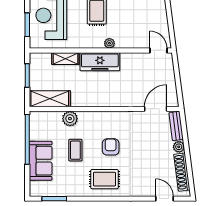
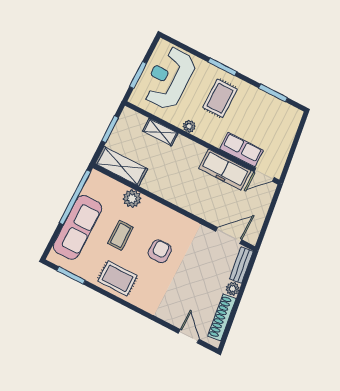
row of seats: (132, 41) -> (241, 150), added
plant: (109, 43) -> (189, 126), moved
door: (158, 50) -> (264, 175), swing flipped
freezer: (100, 62) -> (225, 170), moved
sofa: (41, 161) -> (77, 227), width x1.36
rug: (104, 179) -> (118, 278), moved

